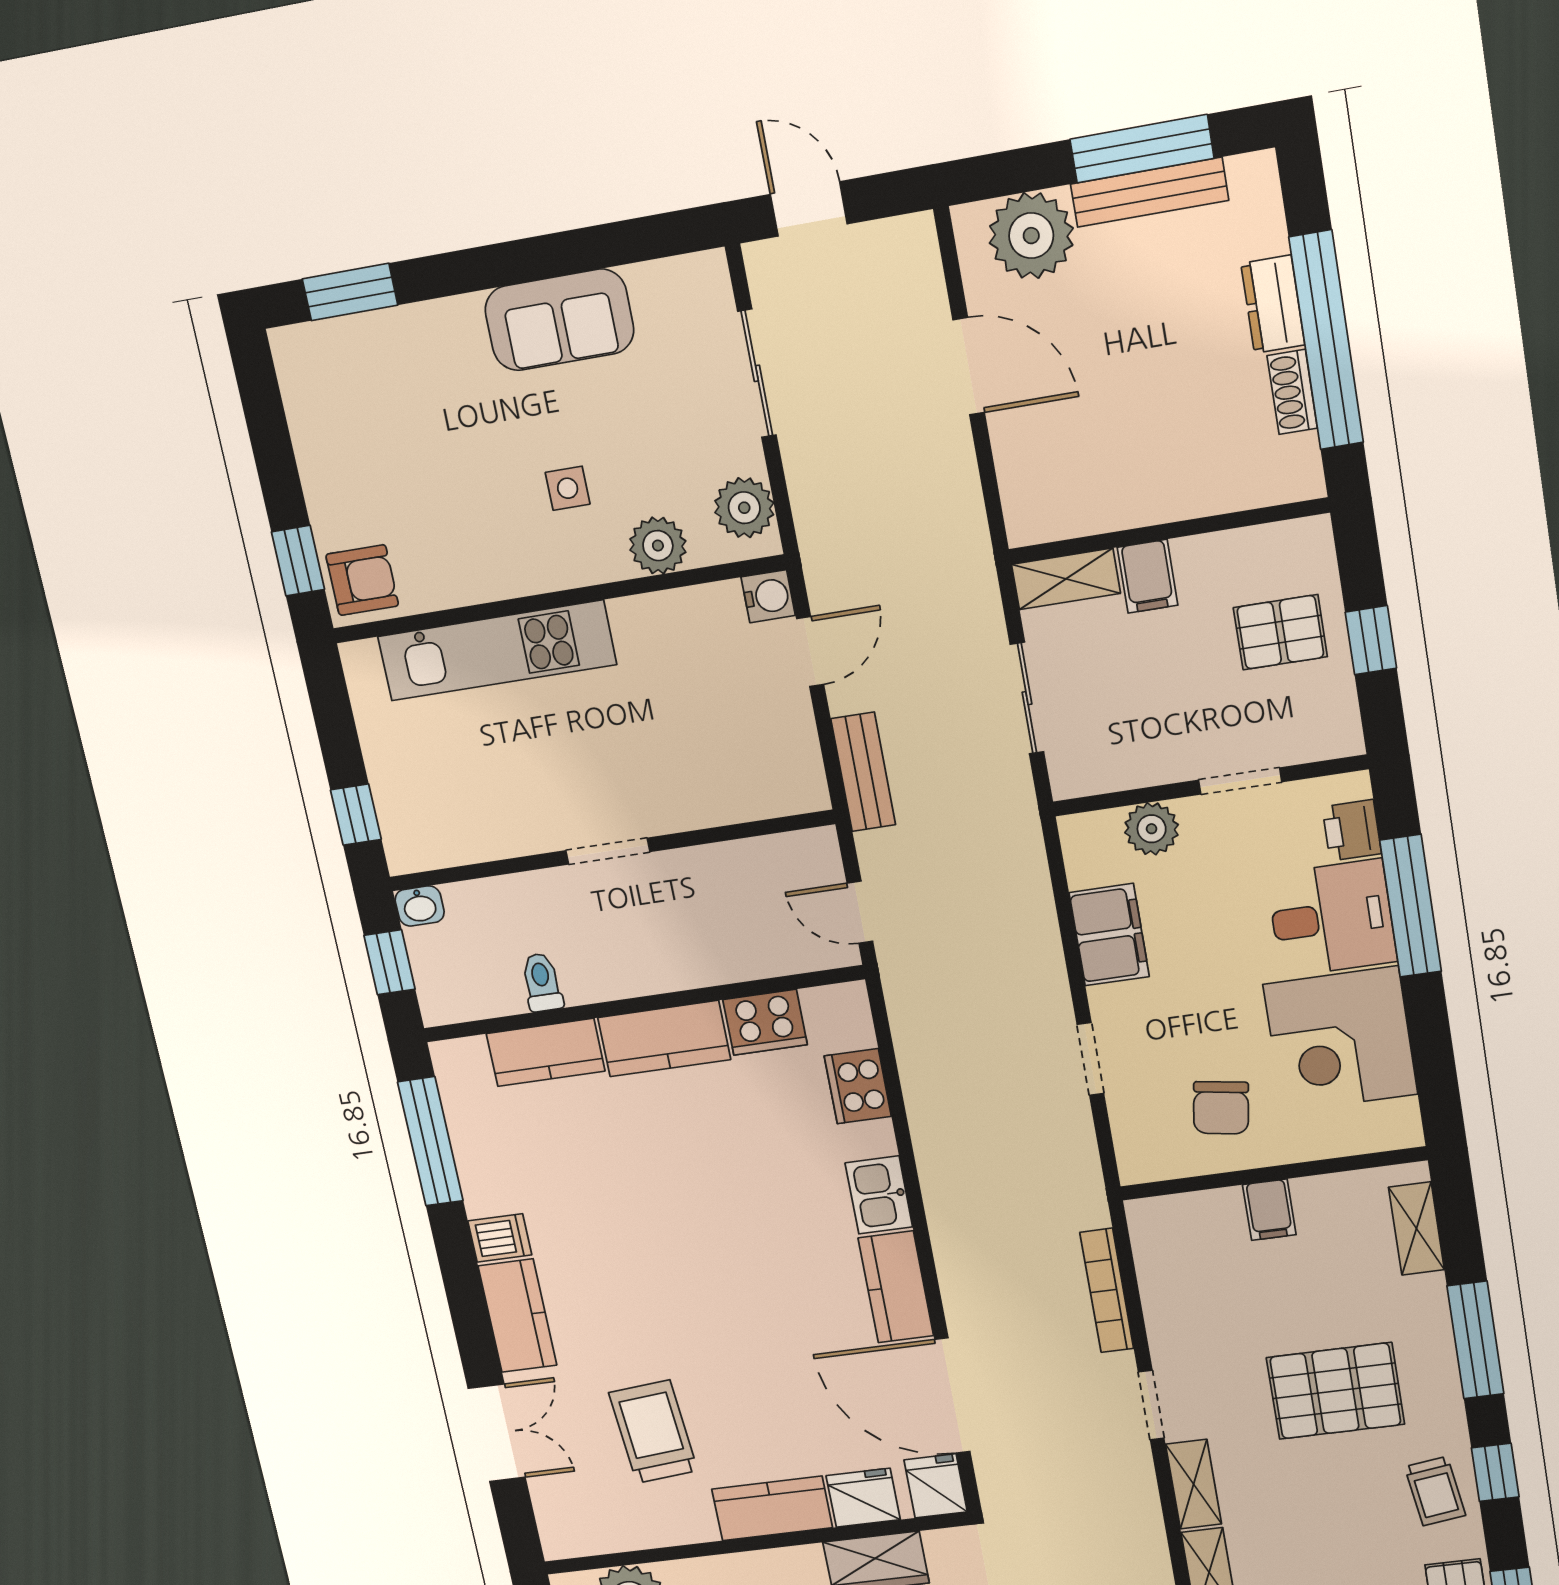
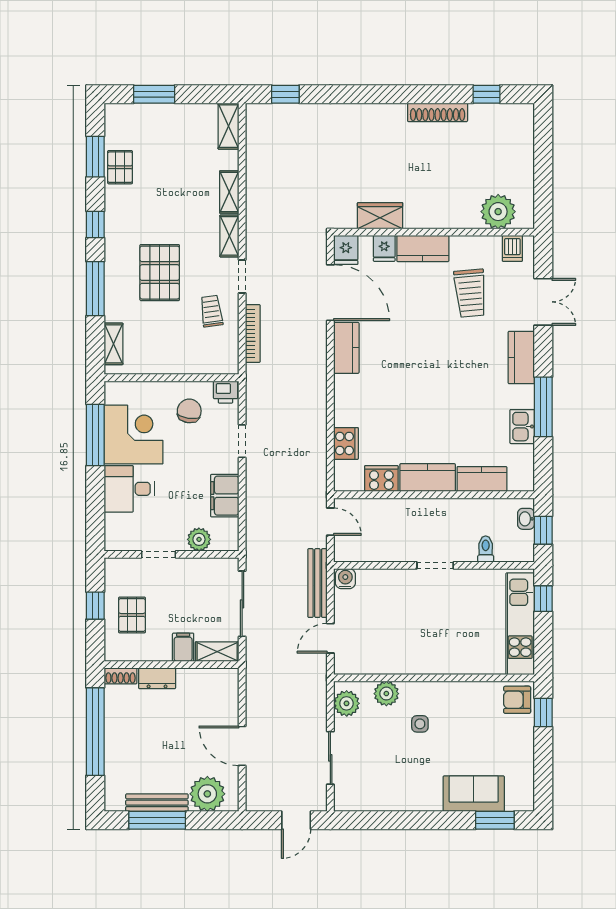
door: (809, 209) -> (296, 820), hinge flipped
dresser: (1273, 304) -> (157, 678), moved, turned 90
sofa: (559, 320) -> (474, 794), moved
shoe rack: (1292, 392) -> (121, 676), moved, turned 90
water cooler: (768, 596) -> (345, 579), moved, turned 90
pallet: (1280, 632) -> (132, 615), turned 90
kitchen unit: (497, 650) -> (520, 624), moved, turned -90
sliding door: (1027, 698) -> (242, 604), width x1.37
bench: (863, 772) -> (317, 583), width x1.36
printer: (1352, 830) -> (226, 392), moved, turned 90
washbasin: (420, 906) -> (526, 519), moved, turned -90
window: (1411, 906) -> (95, 435), moved
toilet: (542, 982) -> (486, 549), moved, turned 180
window: (430, 1141) -> (543, 407), moved
kitchen sink: (879, 1195) -> (522, 427), moved, turned 180
filing cabinet: (1269, 1210) -> (176, 361), removed
dishwasher: (500, 1238) -> (512, 248), moved, turned -90
pallet: (1335, 1391) -> (160, 273), turned 90
double door: (497, 1433) -> (543, 302), swing flipped
trolley: (1435, 1491) -> (211, 311), moved
fridge: (863, 1498) -> (384, 248), width x0.72

